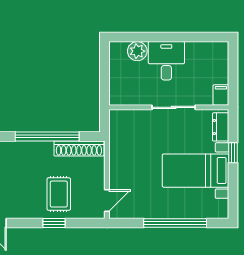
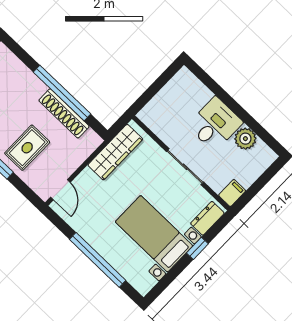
plant: (137, 51) -> (245, 139), moved
wardrobe: (119, 142) -> (115, 152), added
shoe rack: (79, 149) -> (64, 113), moved
door: (107, 201) -> (60, 190), hinge flipped

